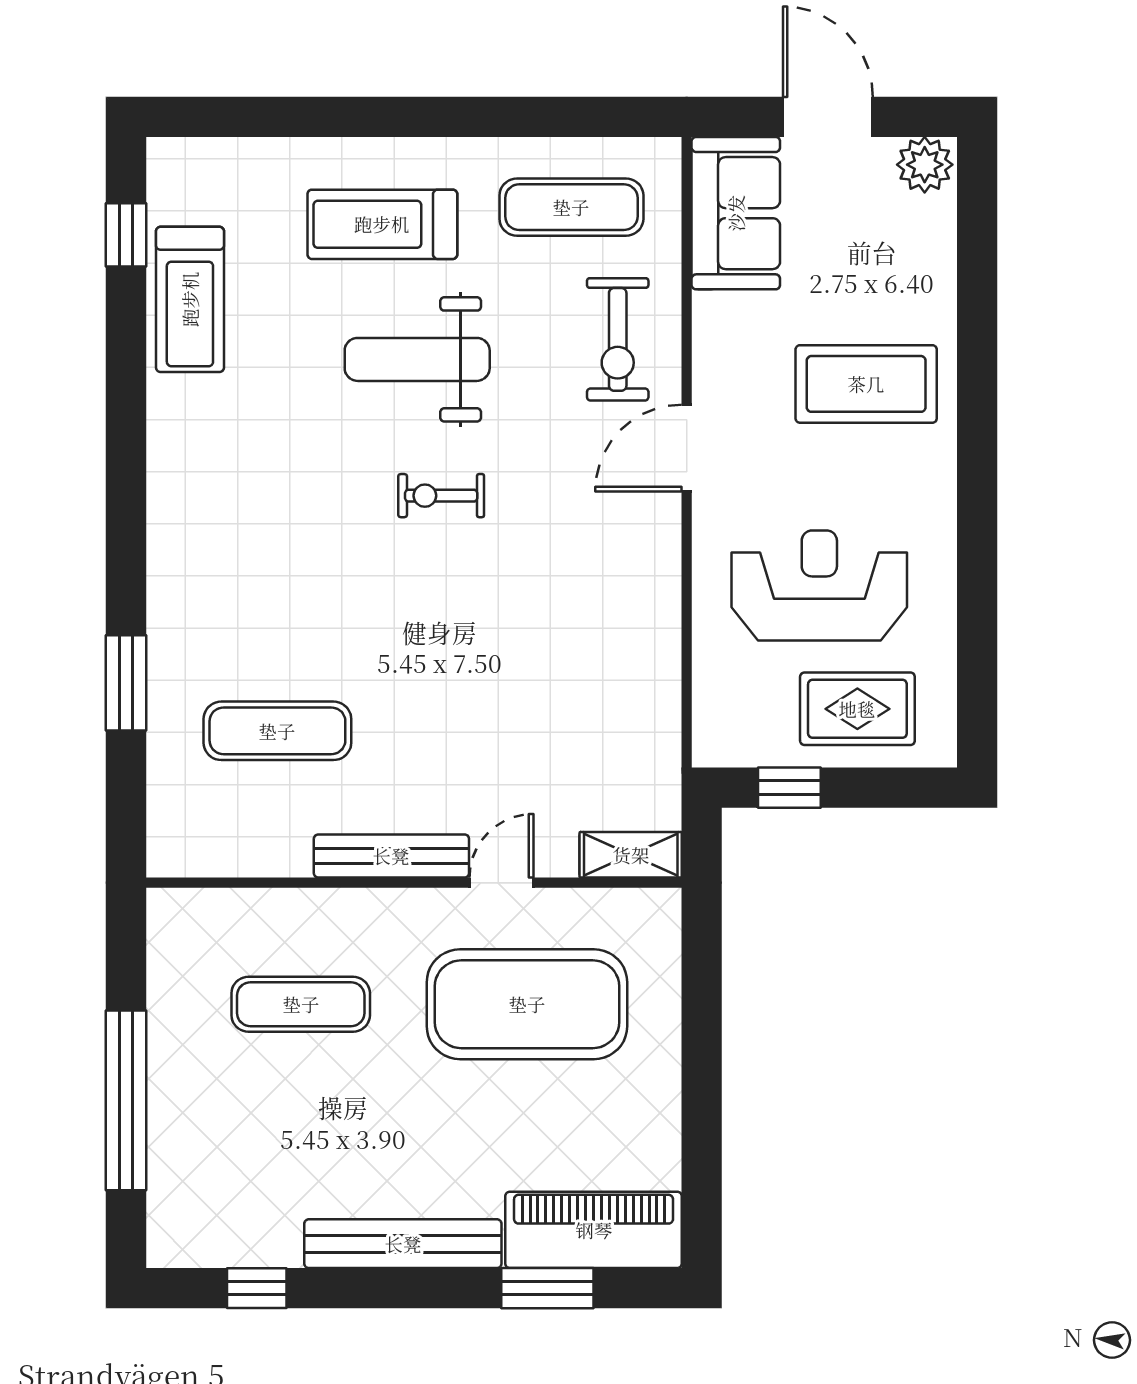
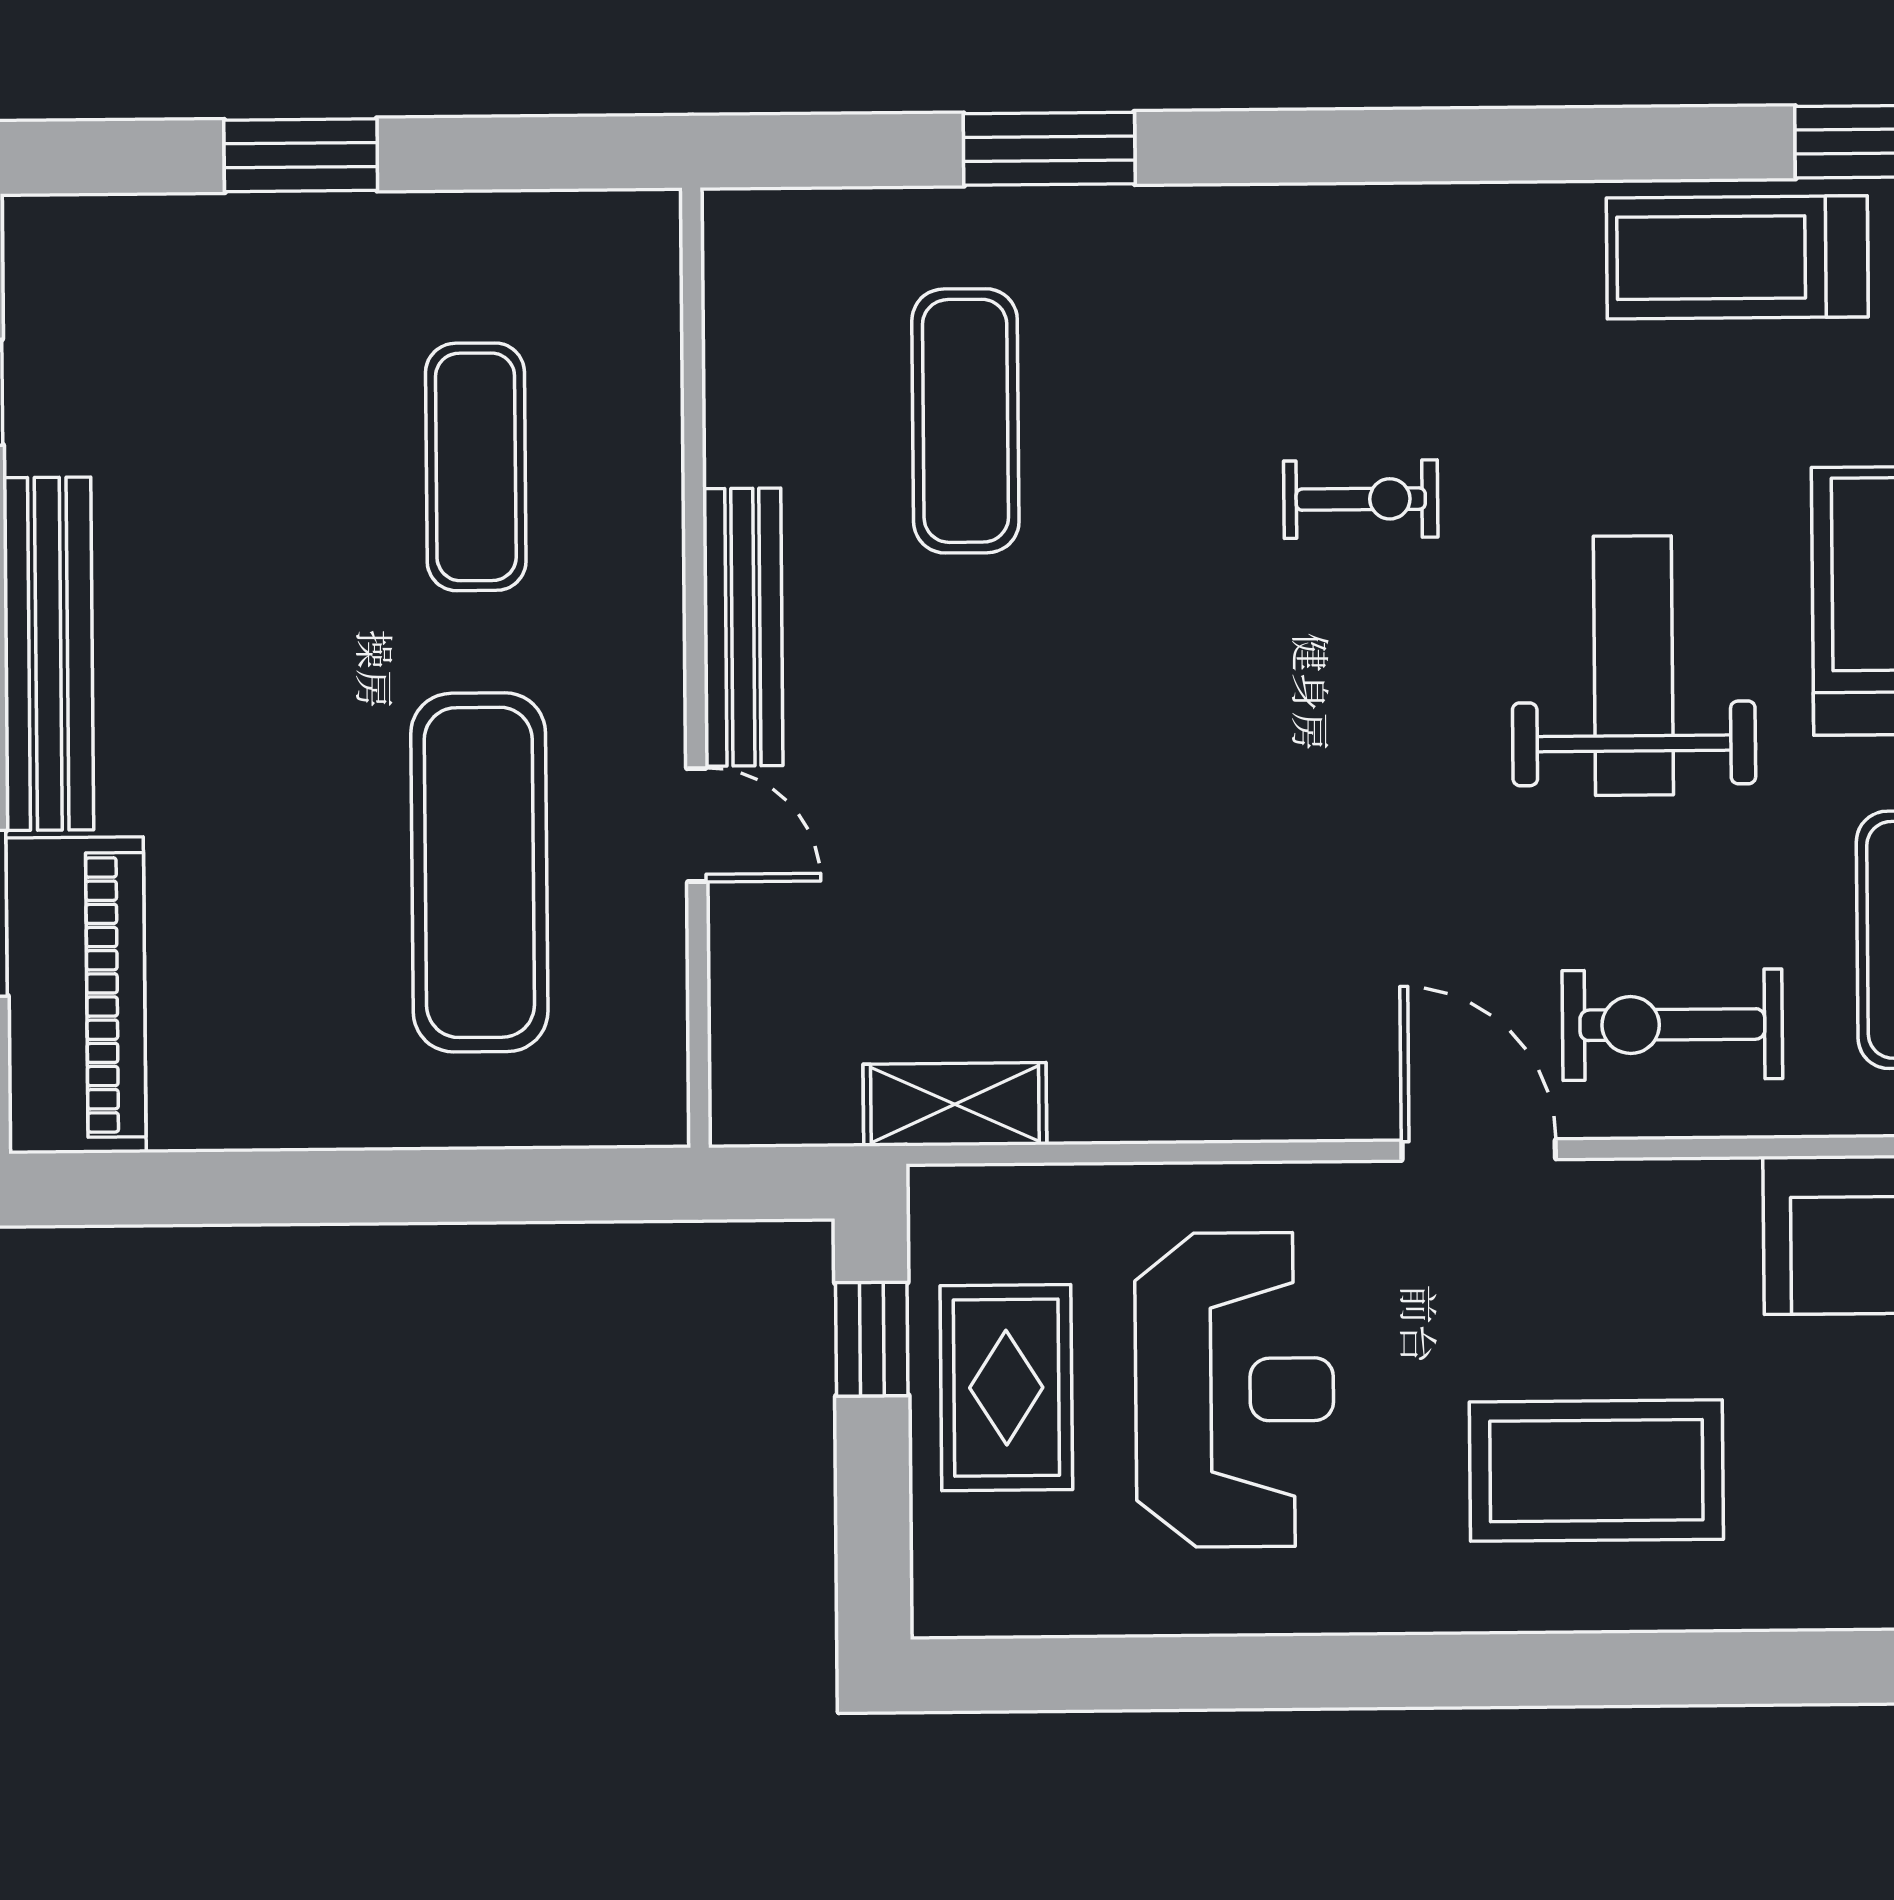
coffee table: (866, 384) -> (1596, 1471), turned 90
exercise bike: (441, 496) -> (1361, 499), moved, turned 90
rug: (857, 709) -> (1006, 1388), moved
shelving: (631, 855) -> (955, 1104), moved, turned 90
exercise mat: (527, 1004) -> (479, 872), width x0.68
window: (126, 1100) -> (301, 155), width x0.47

